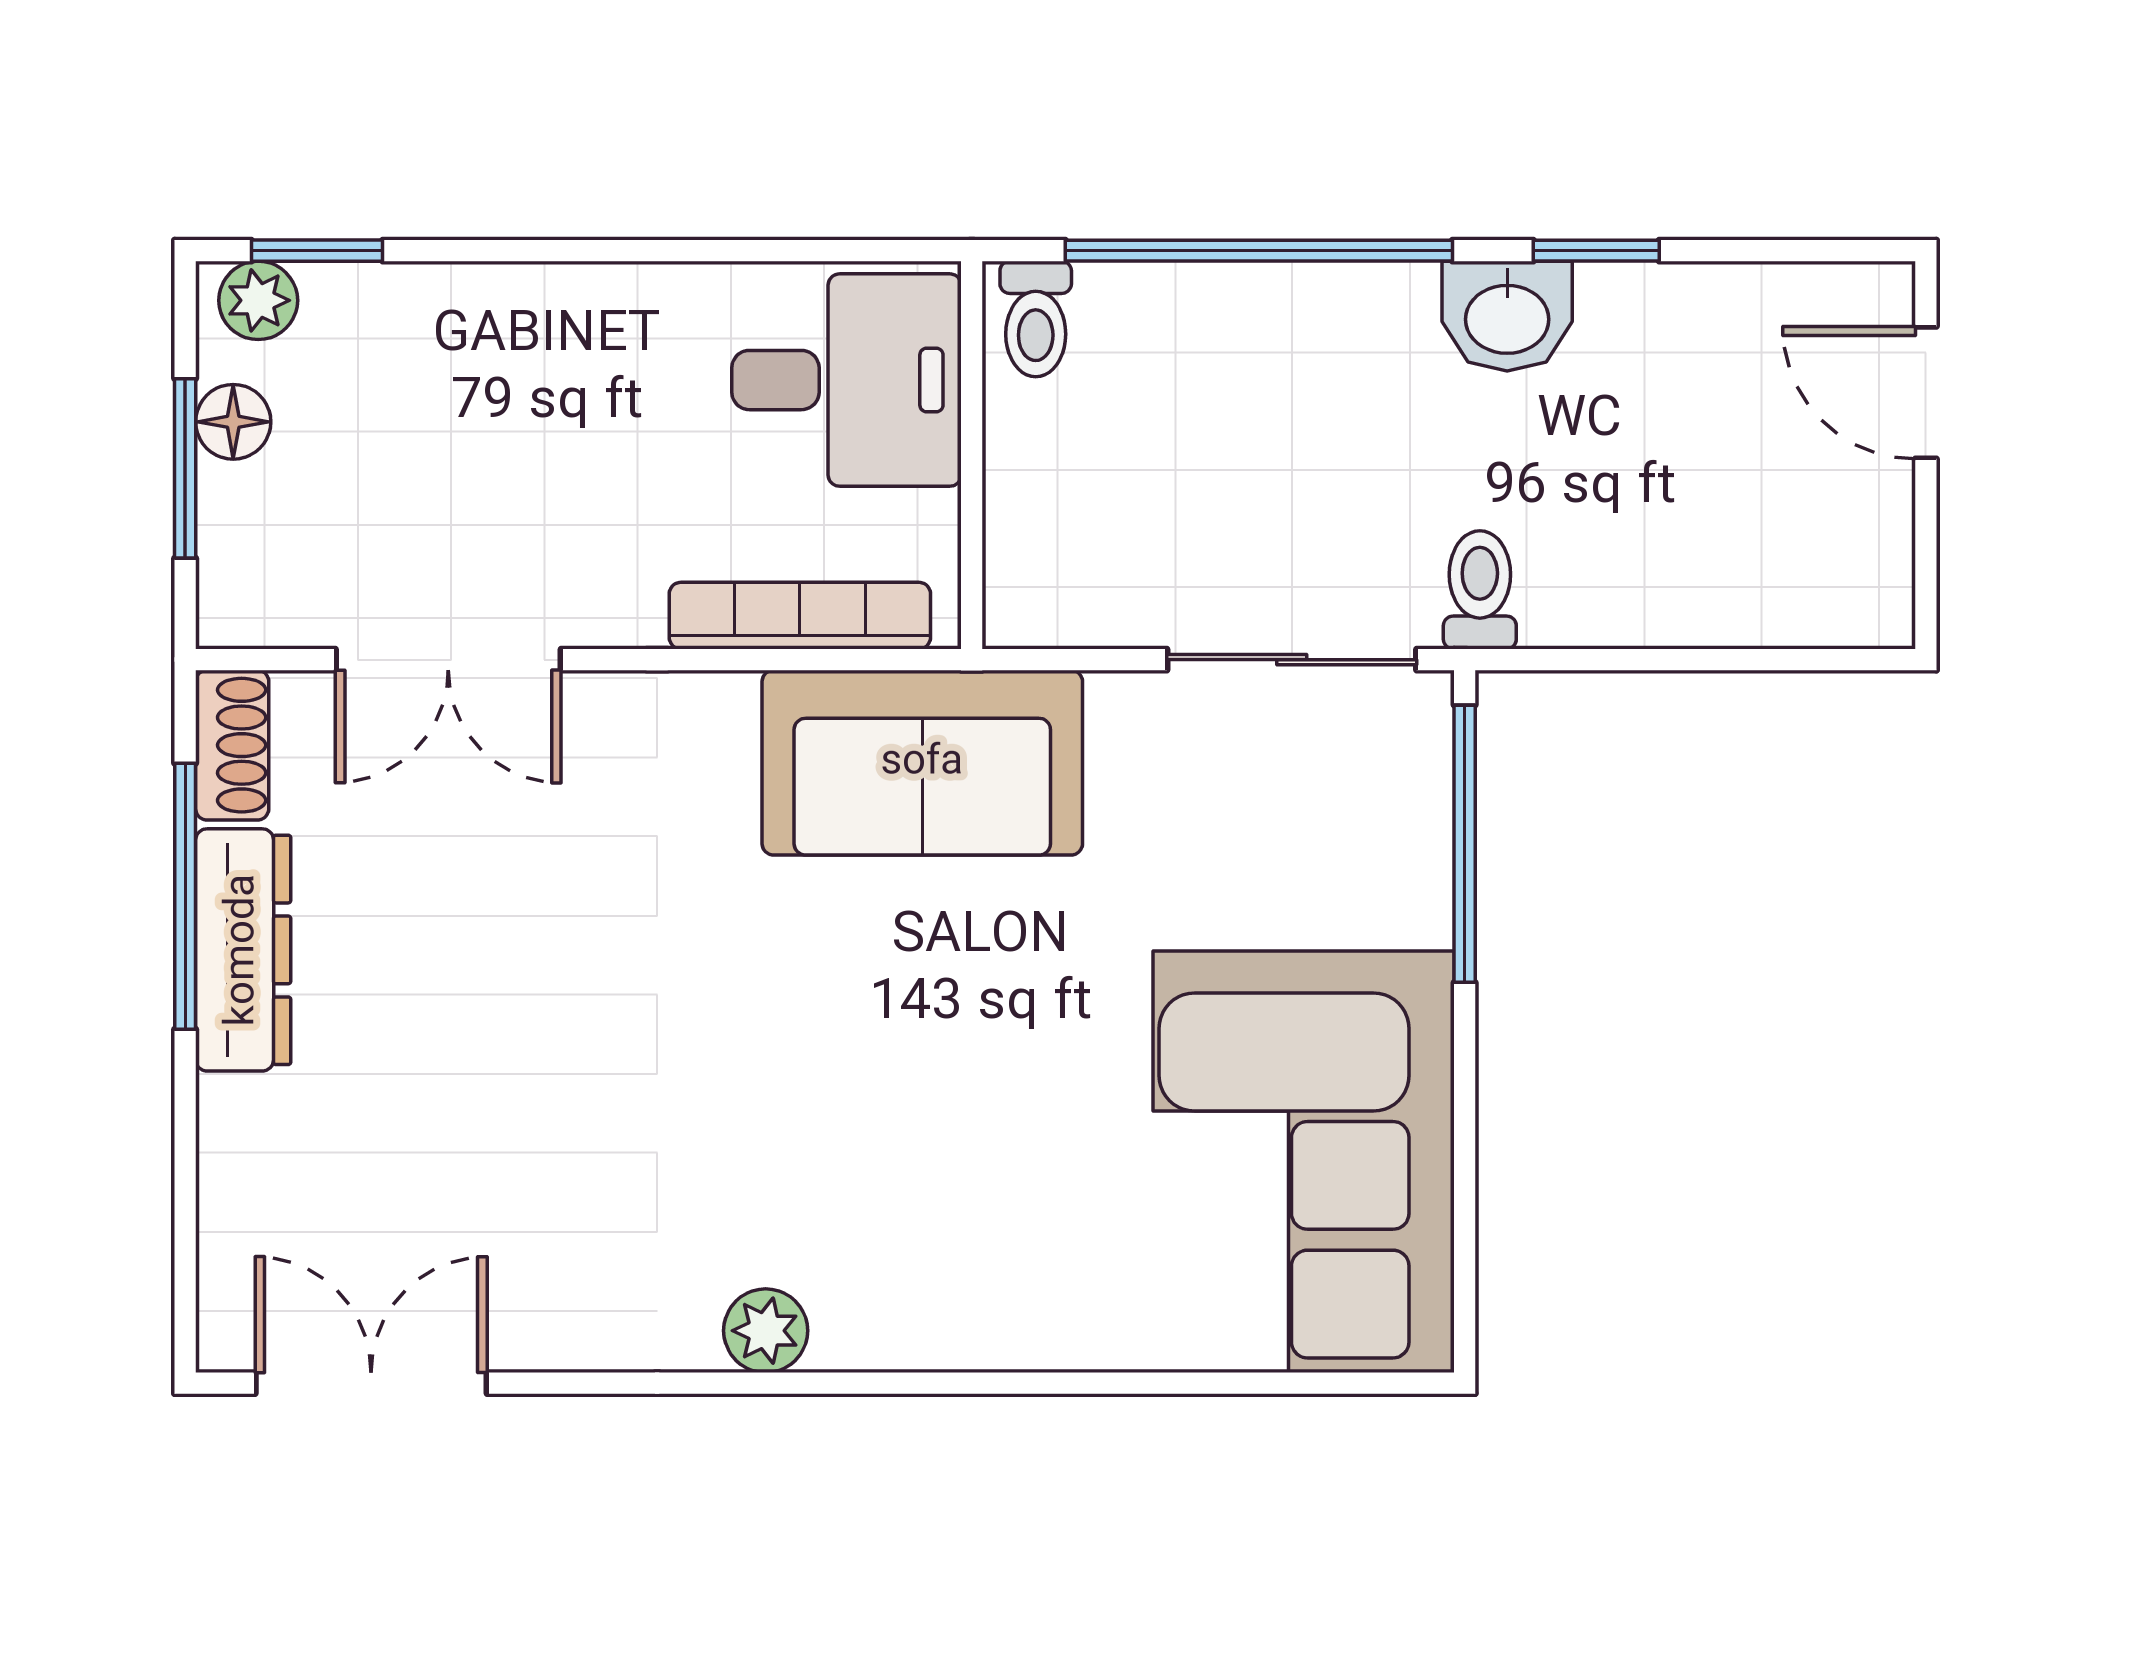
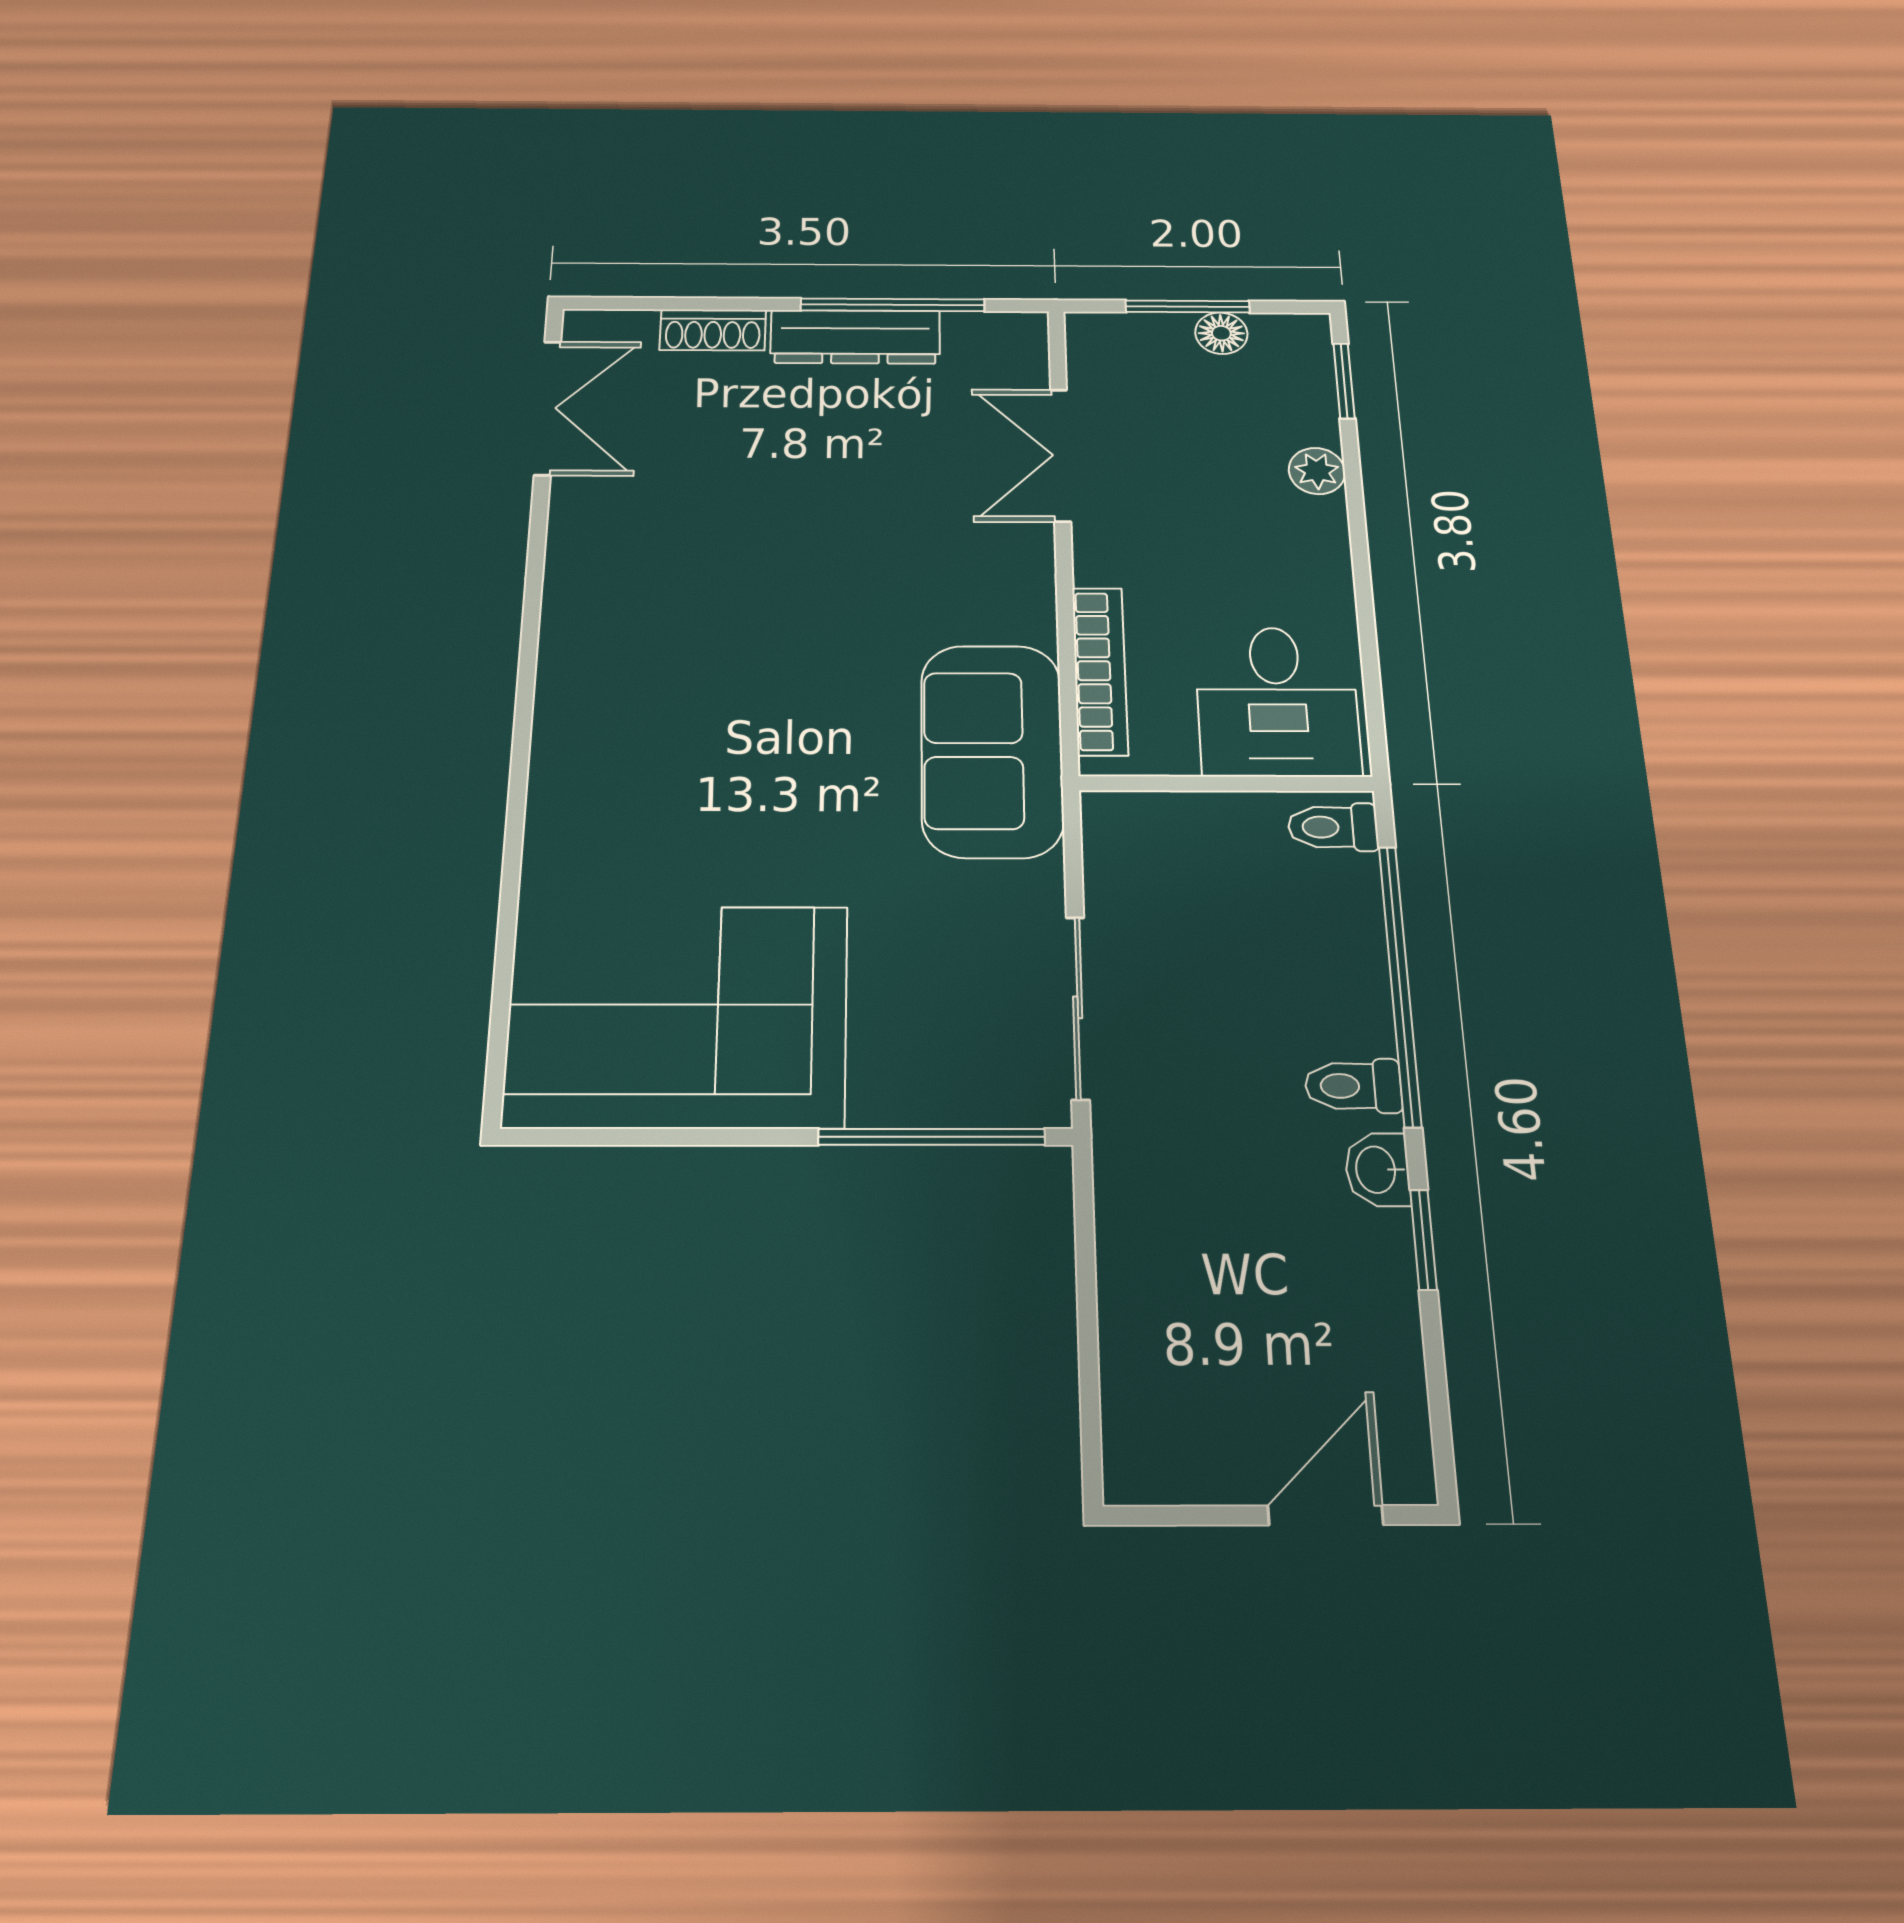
plant: (258, 300) -> (1317, 471), moved
washbasin: (1507, 316) -> (1377, 1170), width x0.72, depth x0.69
toilet: (1480, 590) -> (1353, 1086), moved, turned 180
shoe rack: (232, 745) -> (713, 330), moved
plant: (766, 1331) -> (568, 647), removed

